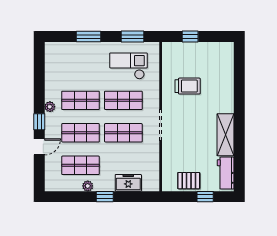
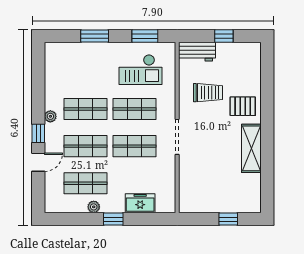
window: (190, 37) -> (224, 36), moved
checkout: (129, 66) -> (140, 70), turned 180
workbench: (226, 173) -> (197, 52), moved, turned -90
pallet: (189, 181) -> (243, 106), moved

